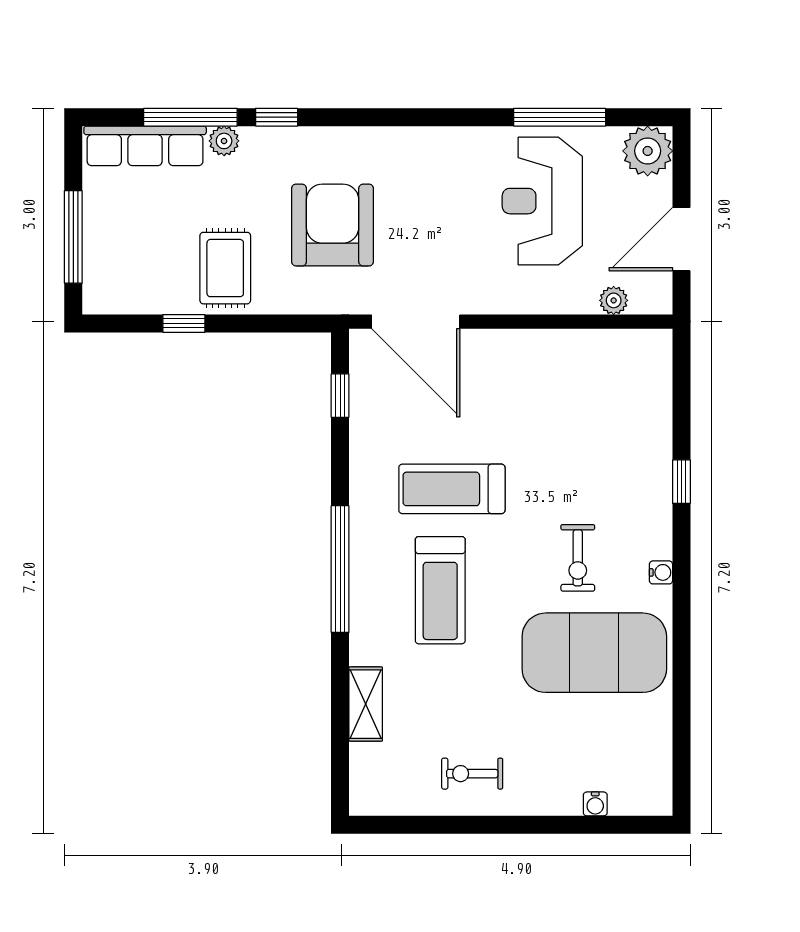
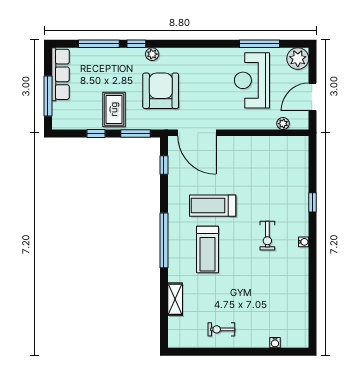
plant: (224, 141) -> (152, 54), moved
row of seats: (145, 146) -> (60, 74), moved, turned -90
window: (275, 323) -> (136, 134), added
exercise mat: (594, 653) -> (275, 277), removed

